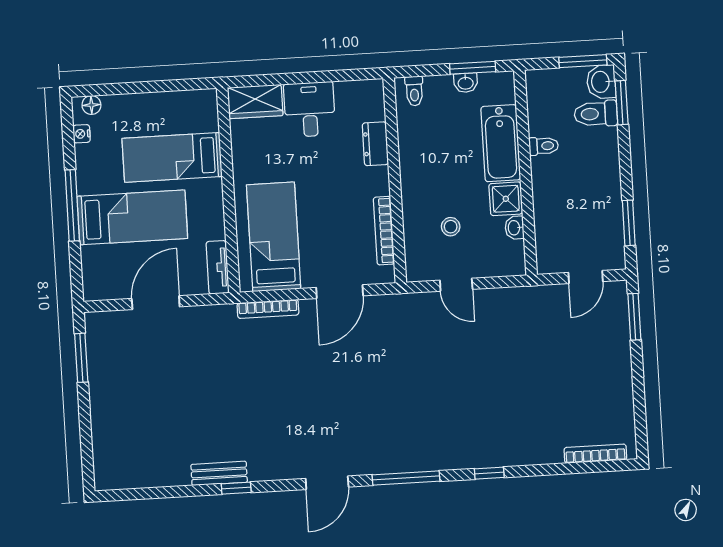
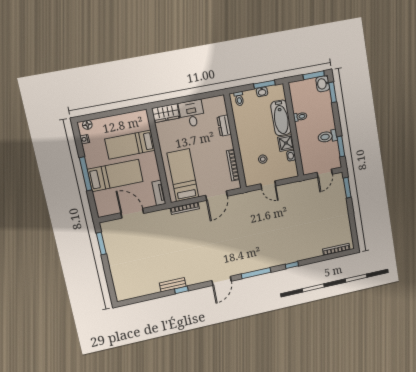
toilet: (596, 114) -> (328, 136), moved
door: (156, 303) -> (132, 213), hinge flipped

